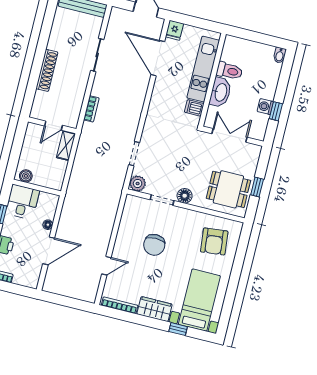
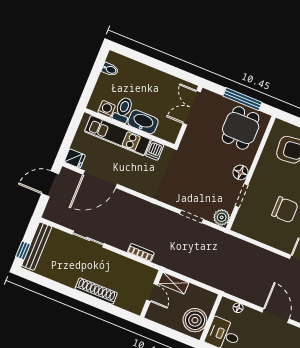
bidet: (280, 55) -> (110, 69), moved
washing machine: (265, 107) -> (107, 109), moved, turned 180
window: (276, 111) -> (170, 70), removed
double door: (230, 135) -> (192, 108), moved
boiler: (26, 176) -> (195, 320), width x1.86, depth x1.86
window: (257, 187) -> (242, 99), width x2.17
floor lamp: (48, 225) -> (238, 308), moved

